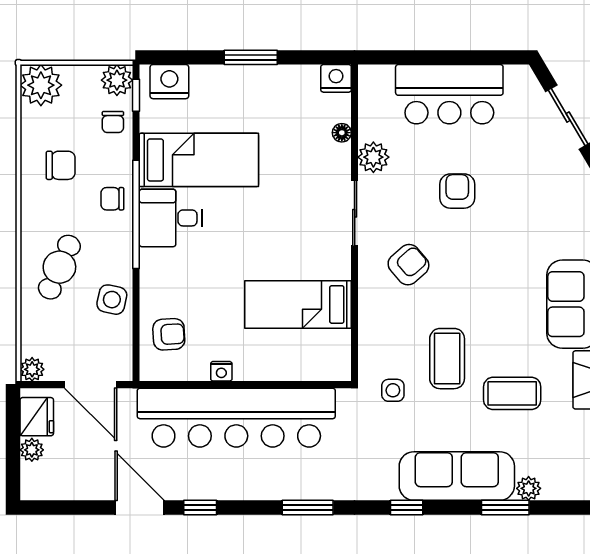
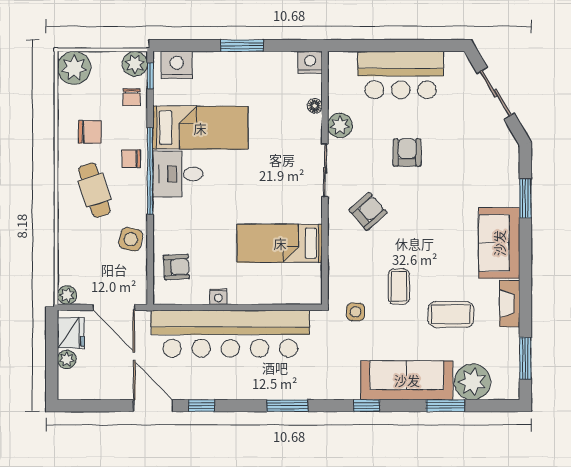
cafe table: (59, 267) -> (94, 190), moved, turned -42
coffee table: (447, 359) -> (399, 286), width x0.73, depth x0.77
plant: (529, 488) -> (472, 382), width x1.87, depth x1.87

